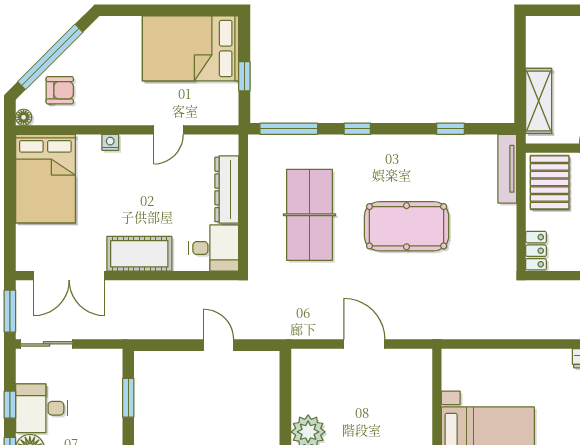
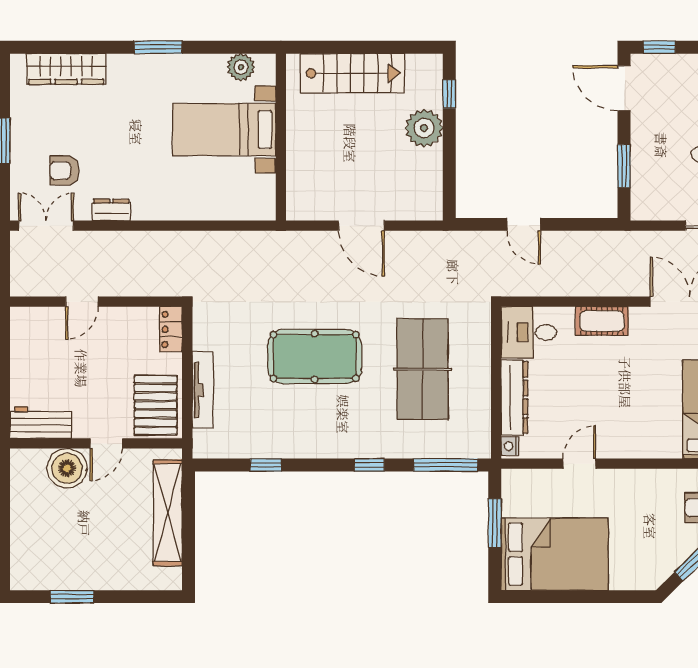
window: (244, 76) -> (495, 523), width x1.50
shelving: (539, 101) -> (168, 513), width x1.47
nightstand: (110, 142) -> (510, 446), moved, turned 90
tv unit: (507, 169) -> (203, 390), moved
cot: (139, 254) -> (602, 321), width x0.73, depth x0.75

